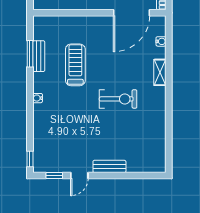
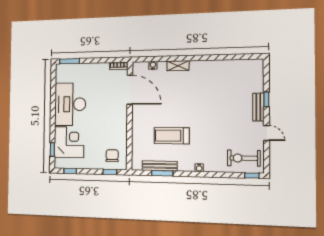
bench: (39, 56) -> (160, 166), width x1.36
exercise bike: (118, 99) -> (244, 158), moved, turned -90
window: (54, 176) -> (266, 99), moved

